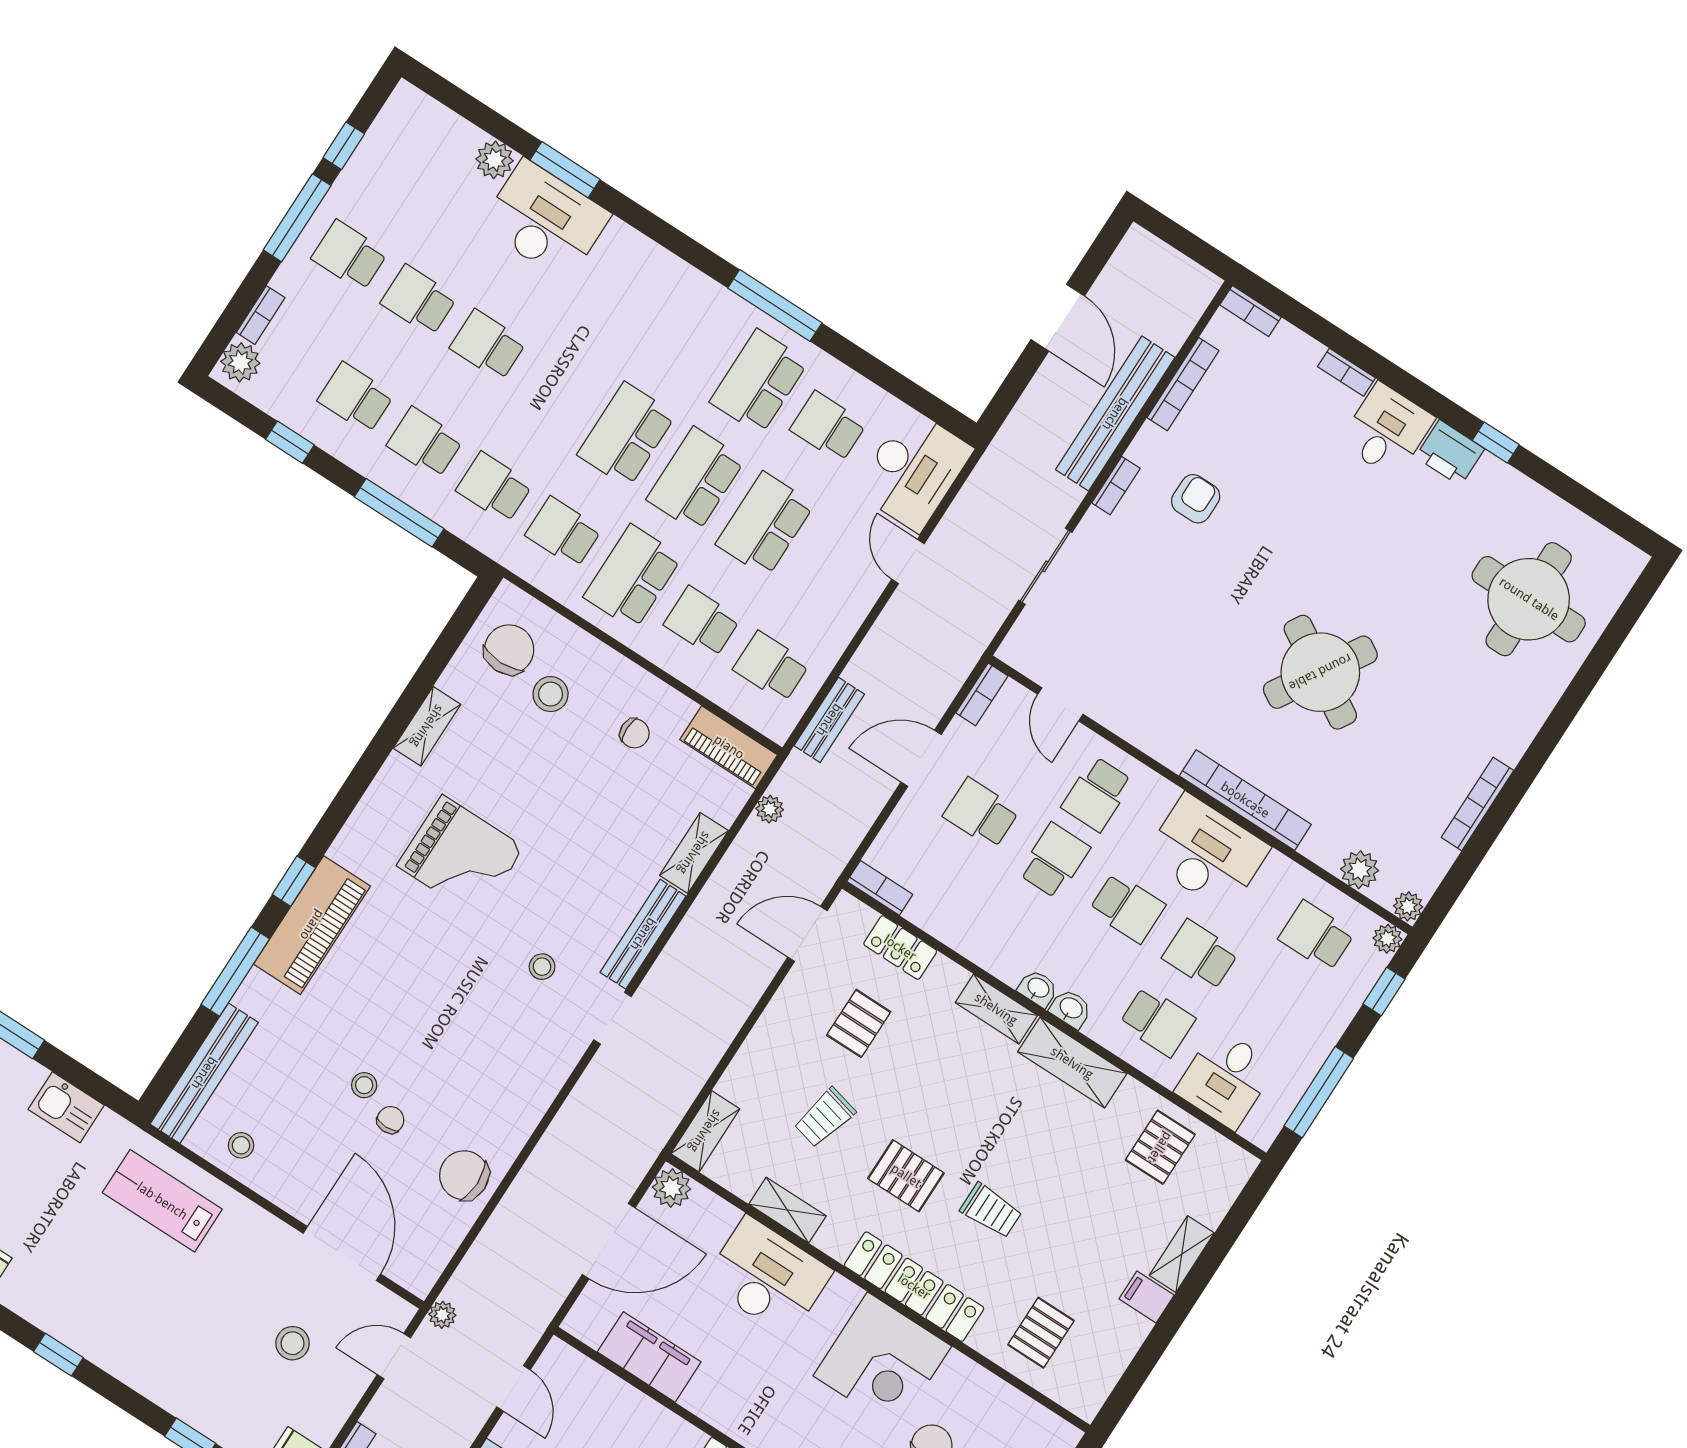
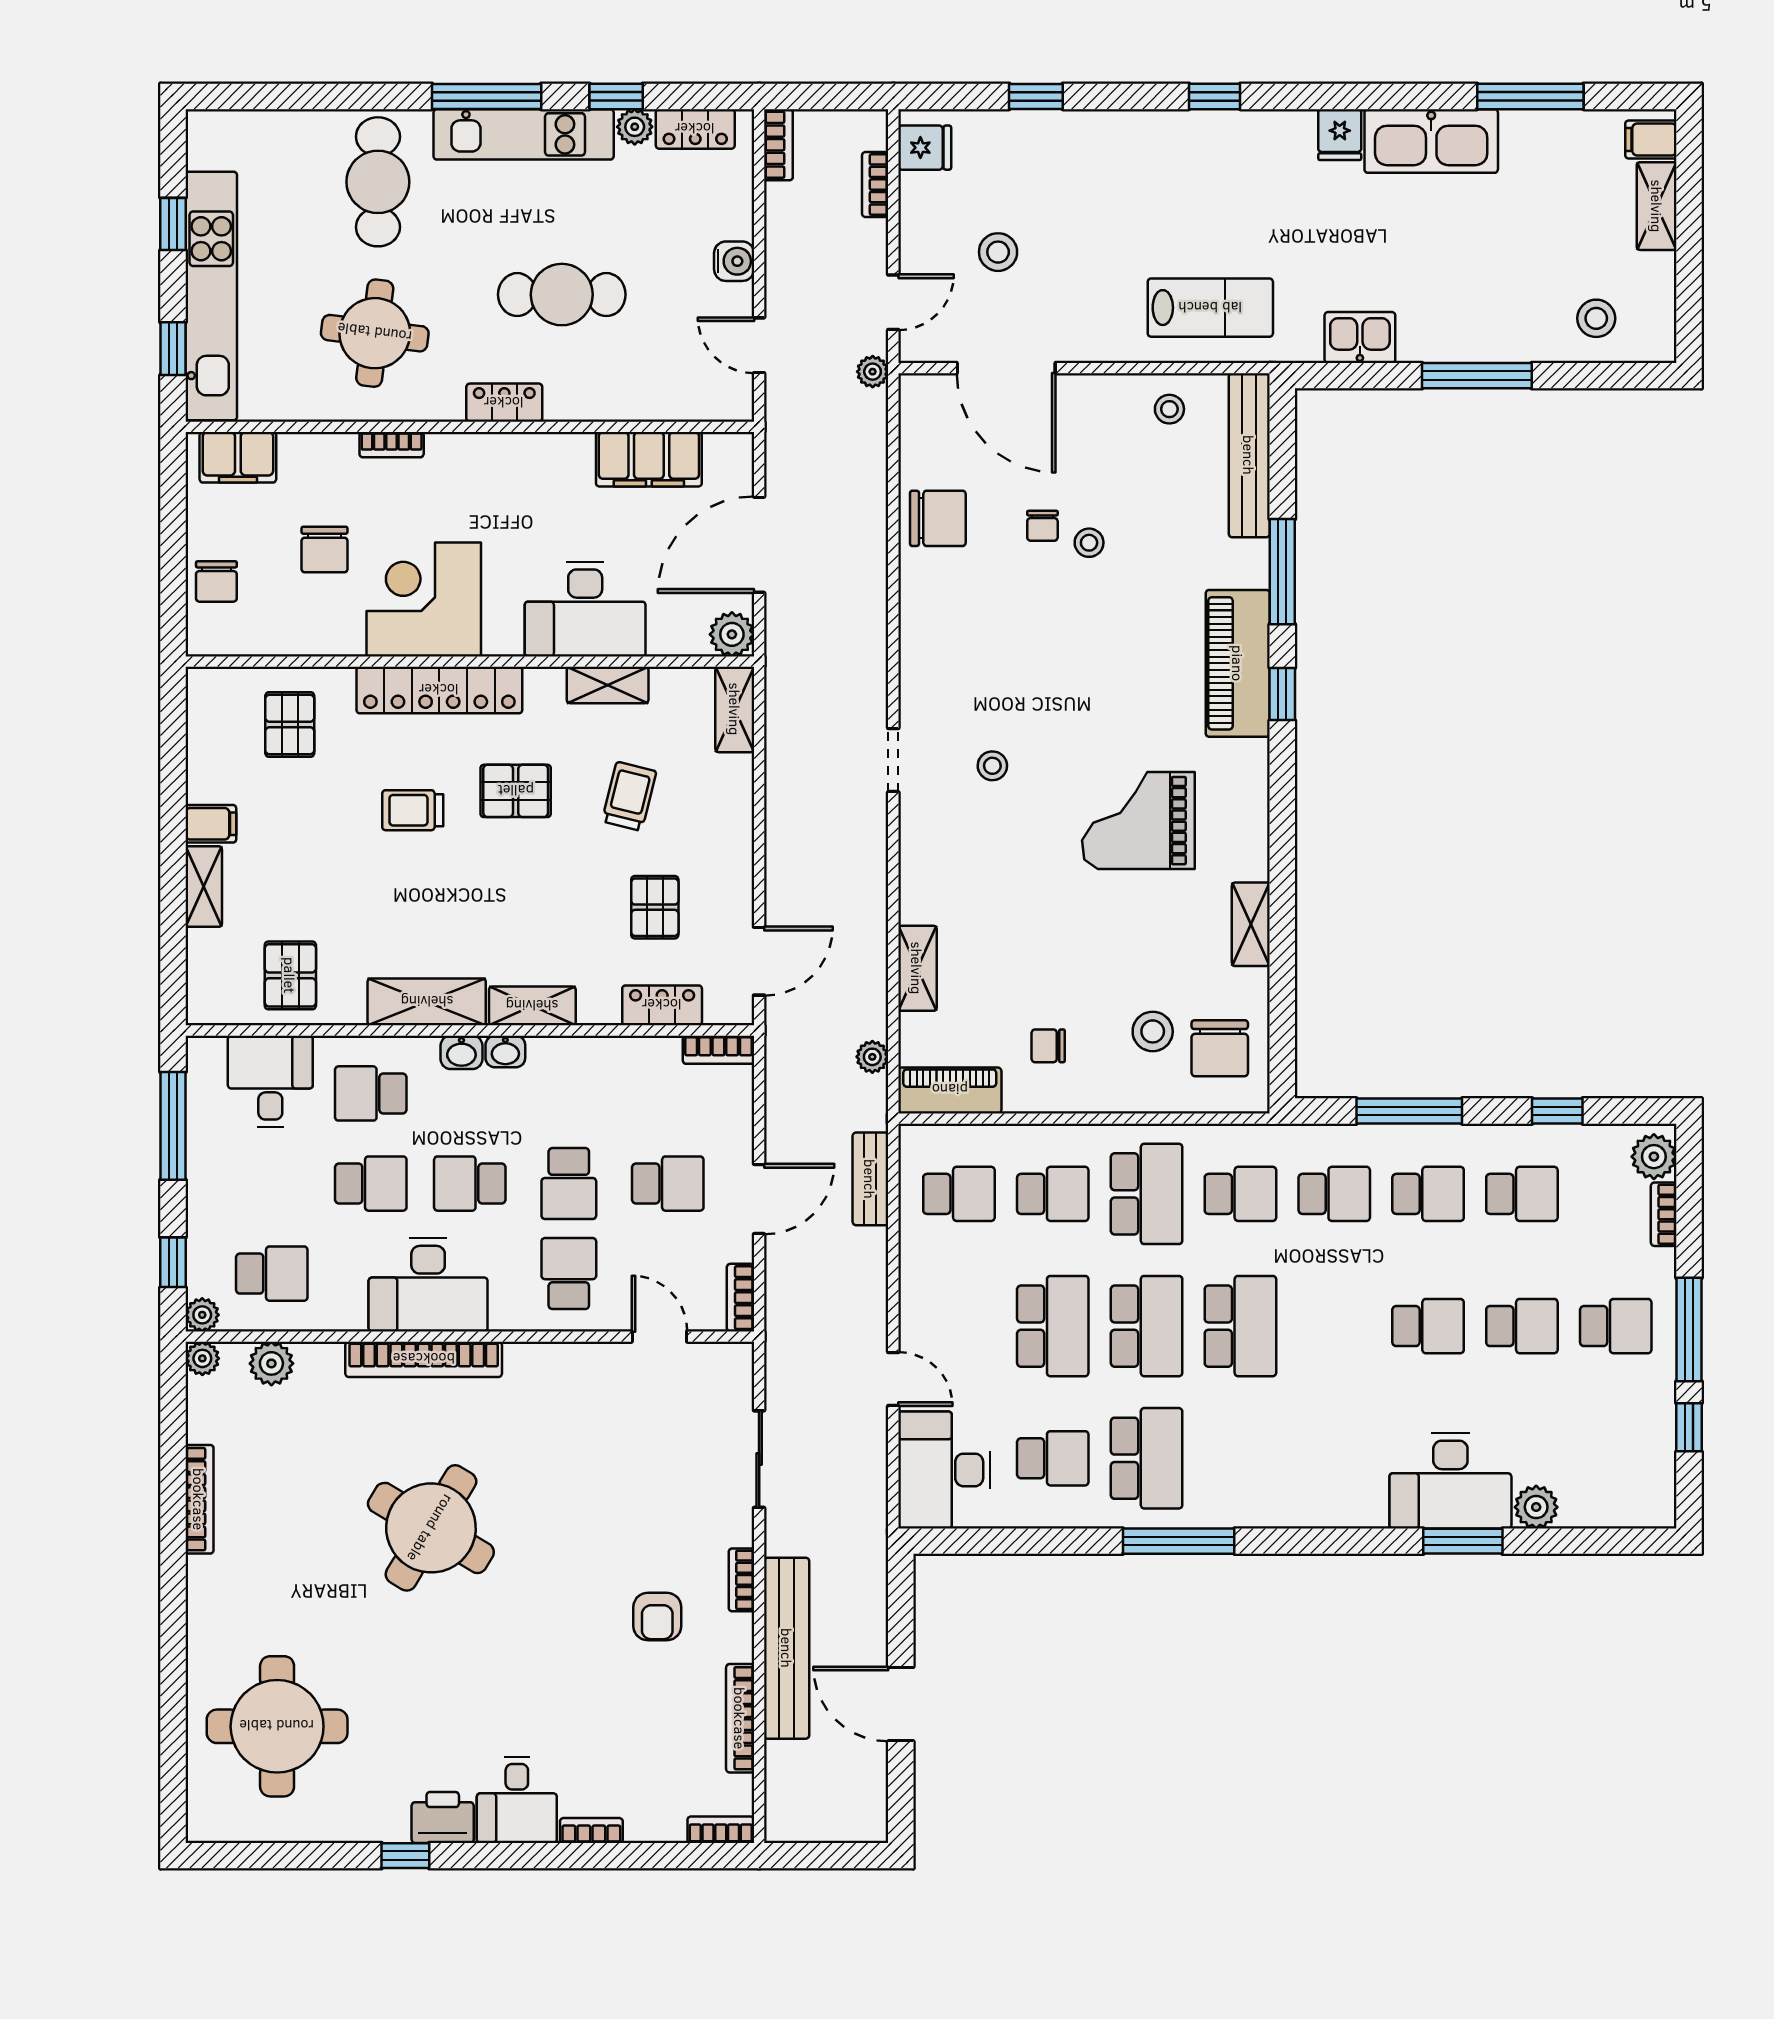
bench: (643, 934) -> (916, 859), removed

